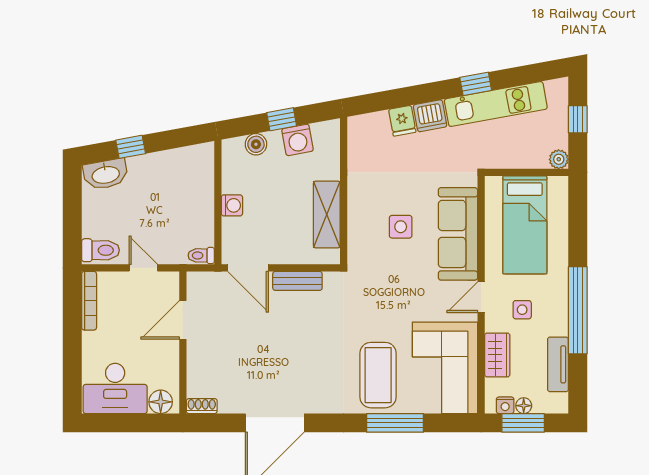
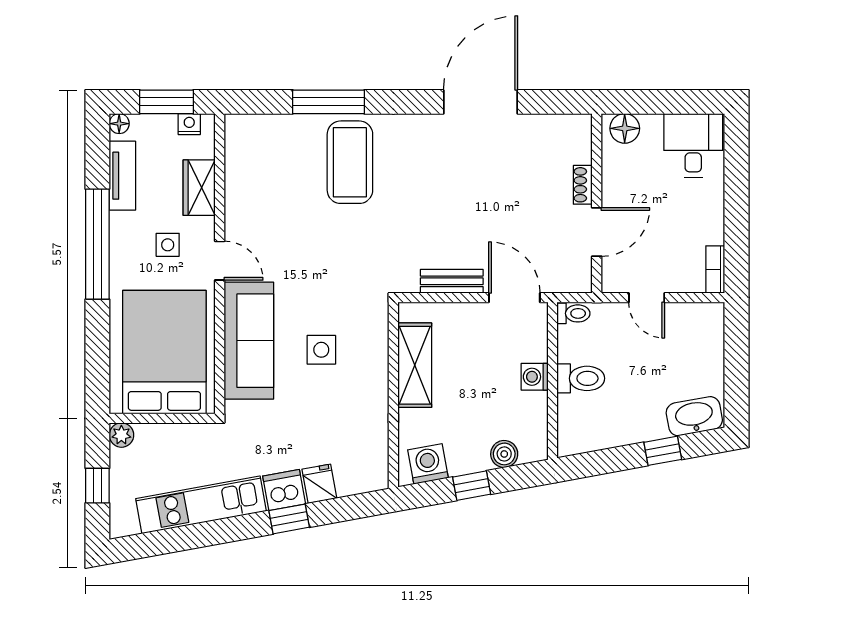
window: (476, 84) -> (289, 519), moved
washing machine: (298, 140) -> (428, 464), moved
bed: (525, 225) -> (164, 352), width x1.50
toilet: (100, 250) -> (581, 378), moved, turned 180
door: (481, 297) -> (220, 261), hinge flipped
bookcase: (89, 301) -> (715, 270), width x0.64
corner sofa: (445, 368) -> (265, 171), removed
desk: (115, 388) -> (693, 145), width x0.73
shoe rack: (202, 406) -> (583, 185), moved, turned 90
floor lamp: (524, 406) -> (119, 124), moved

